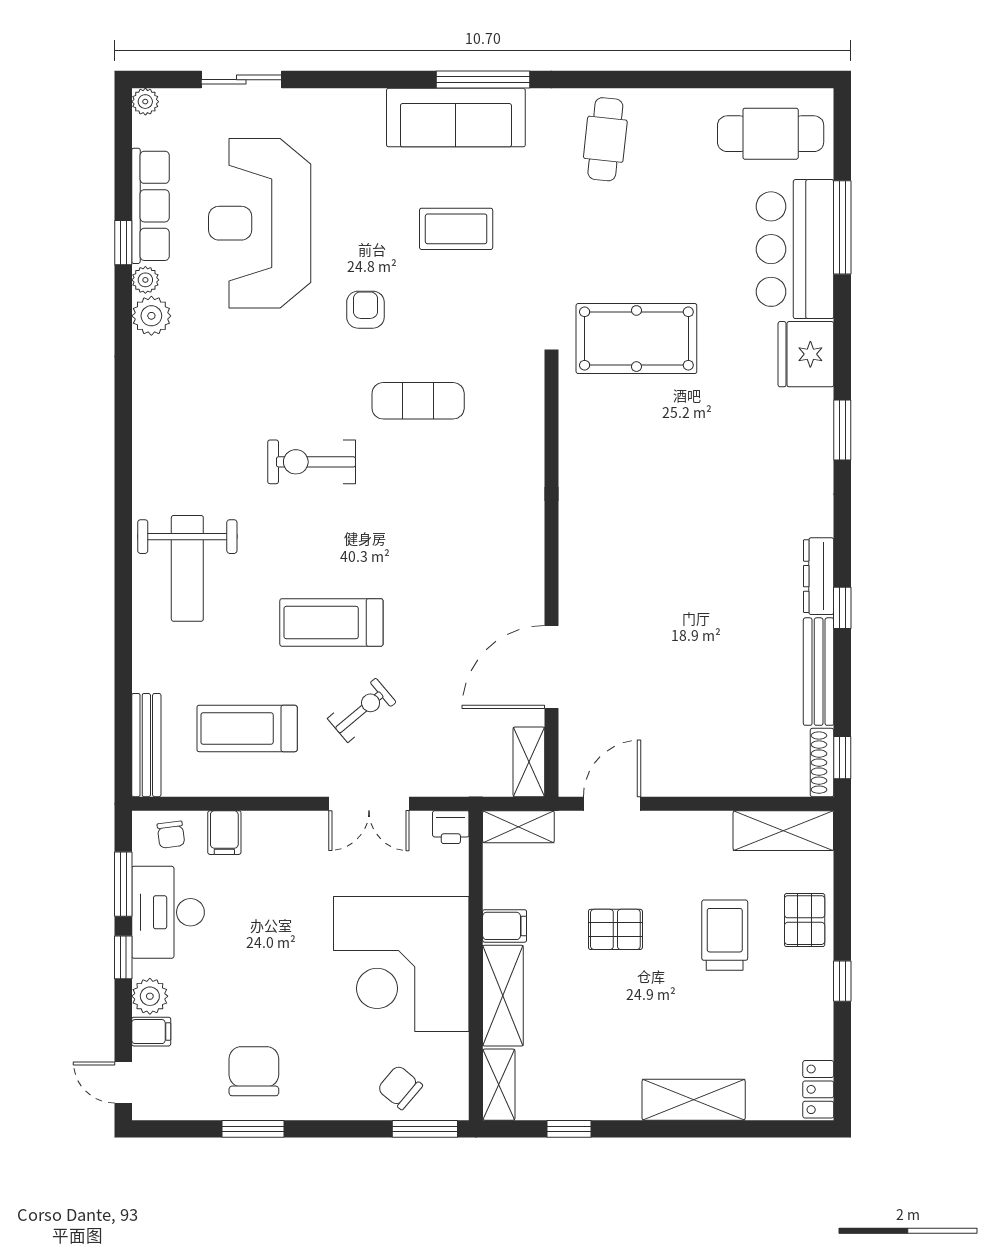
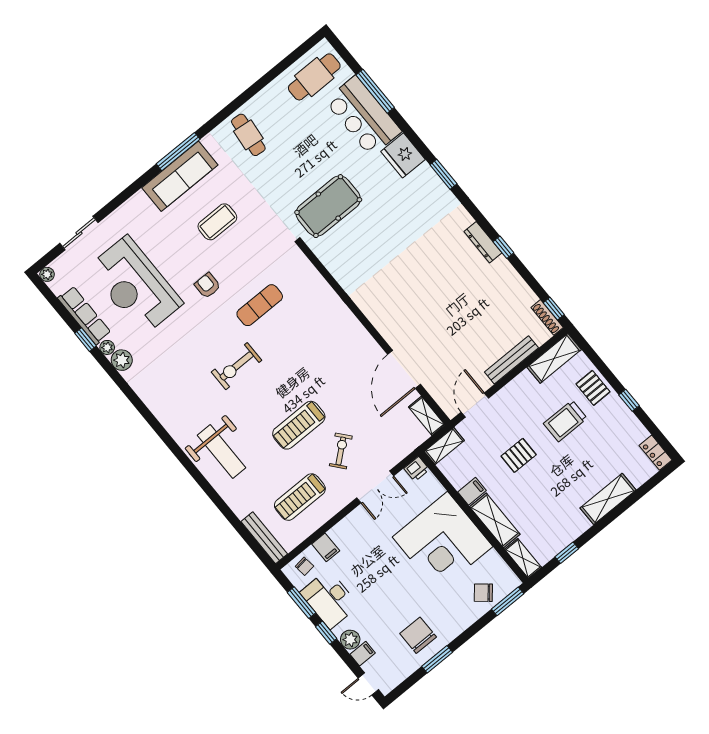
bench: (819, 672) -> (511, 360), moved, turned 90
trolley: (725, 935) -> (565, 421), turned -90

